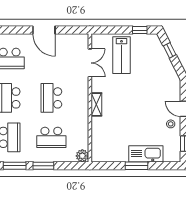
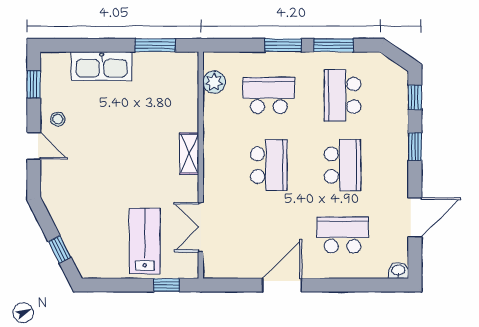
door: (44, 30) -> (282, 285), hinge flipped
window: (140, 30) -> (166, 285), moved
plant: (82, 156) -> (214, 82), moved
window: (136, 166) -> (155, 45), moved

